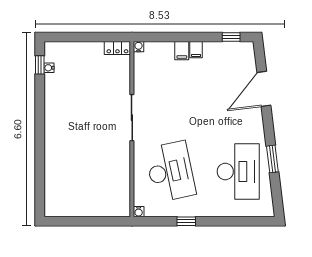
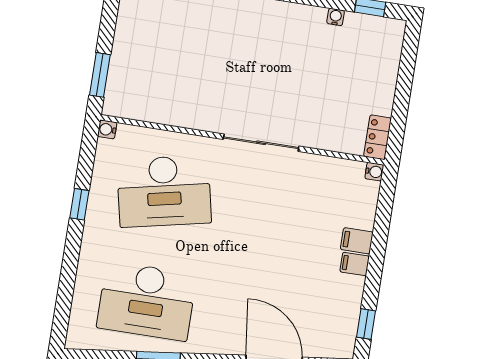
water cooler: (49, 68) -> (336, 17), moved
window: (106, 221) -> (100, 75), added

